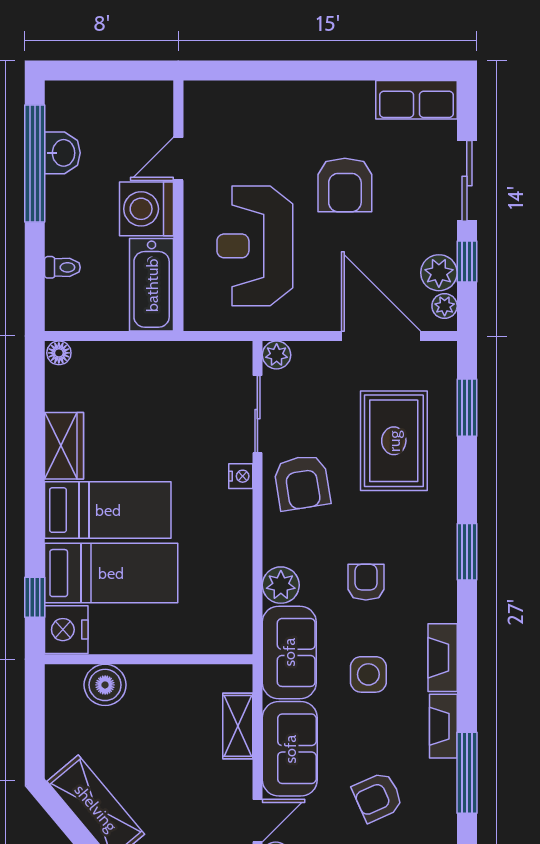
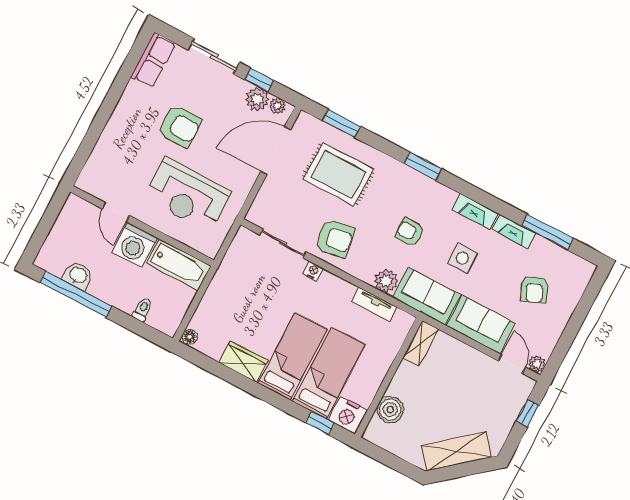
plant: (277, 355) -> (255, 215), removed
tv unit: (240, 585) -> (374, 304), added
shelving: (238, 726) -> (421, 343), moved, turned 90

